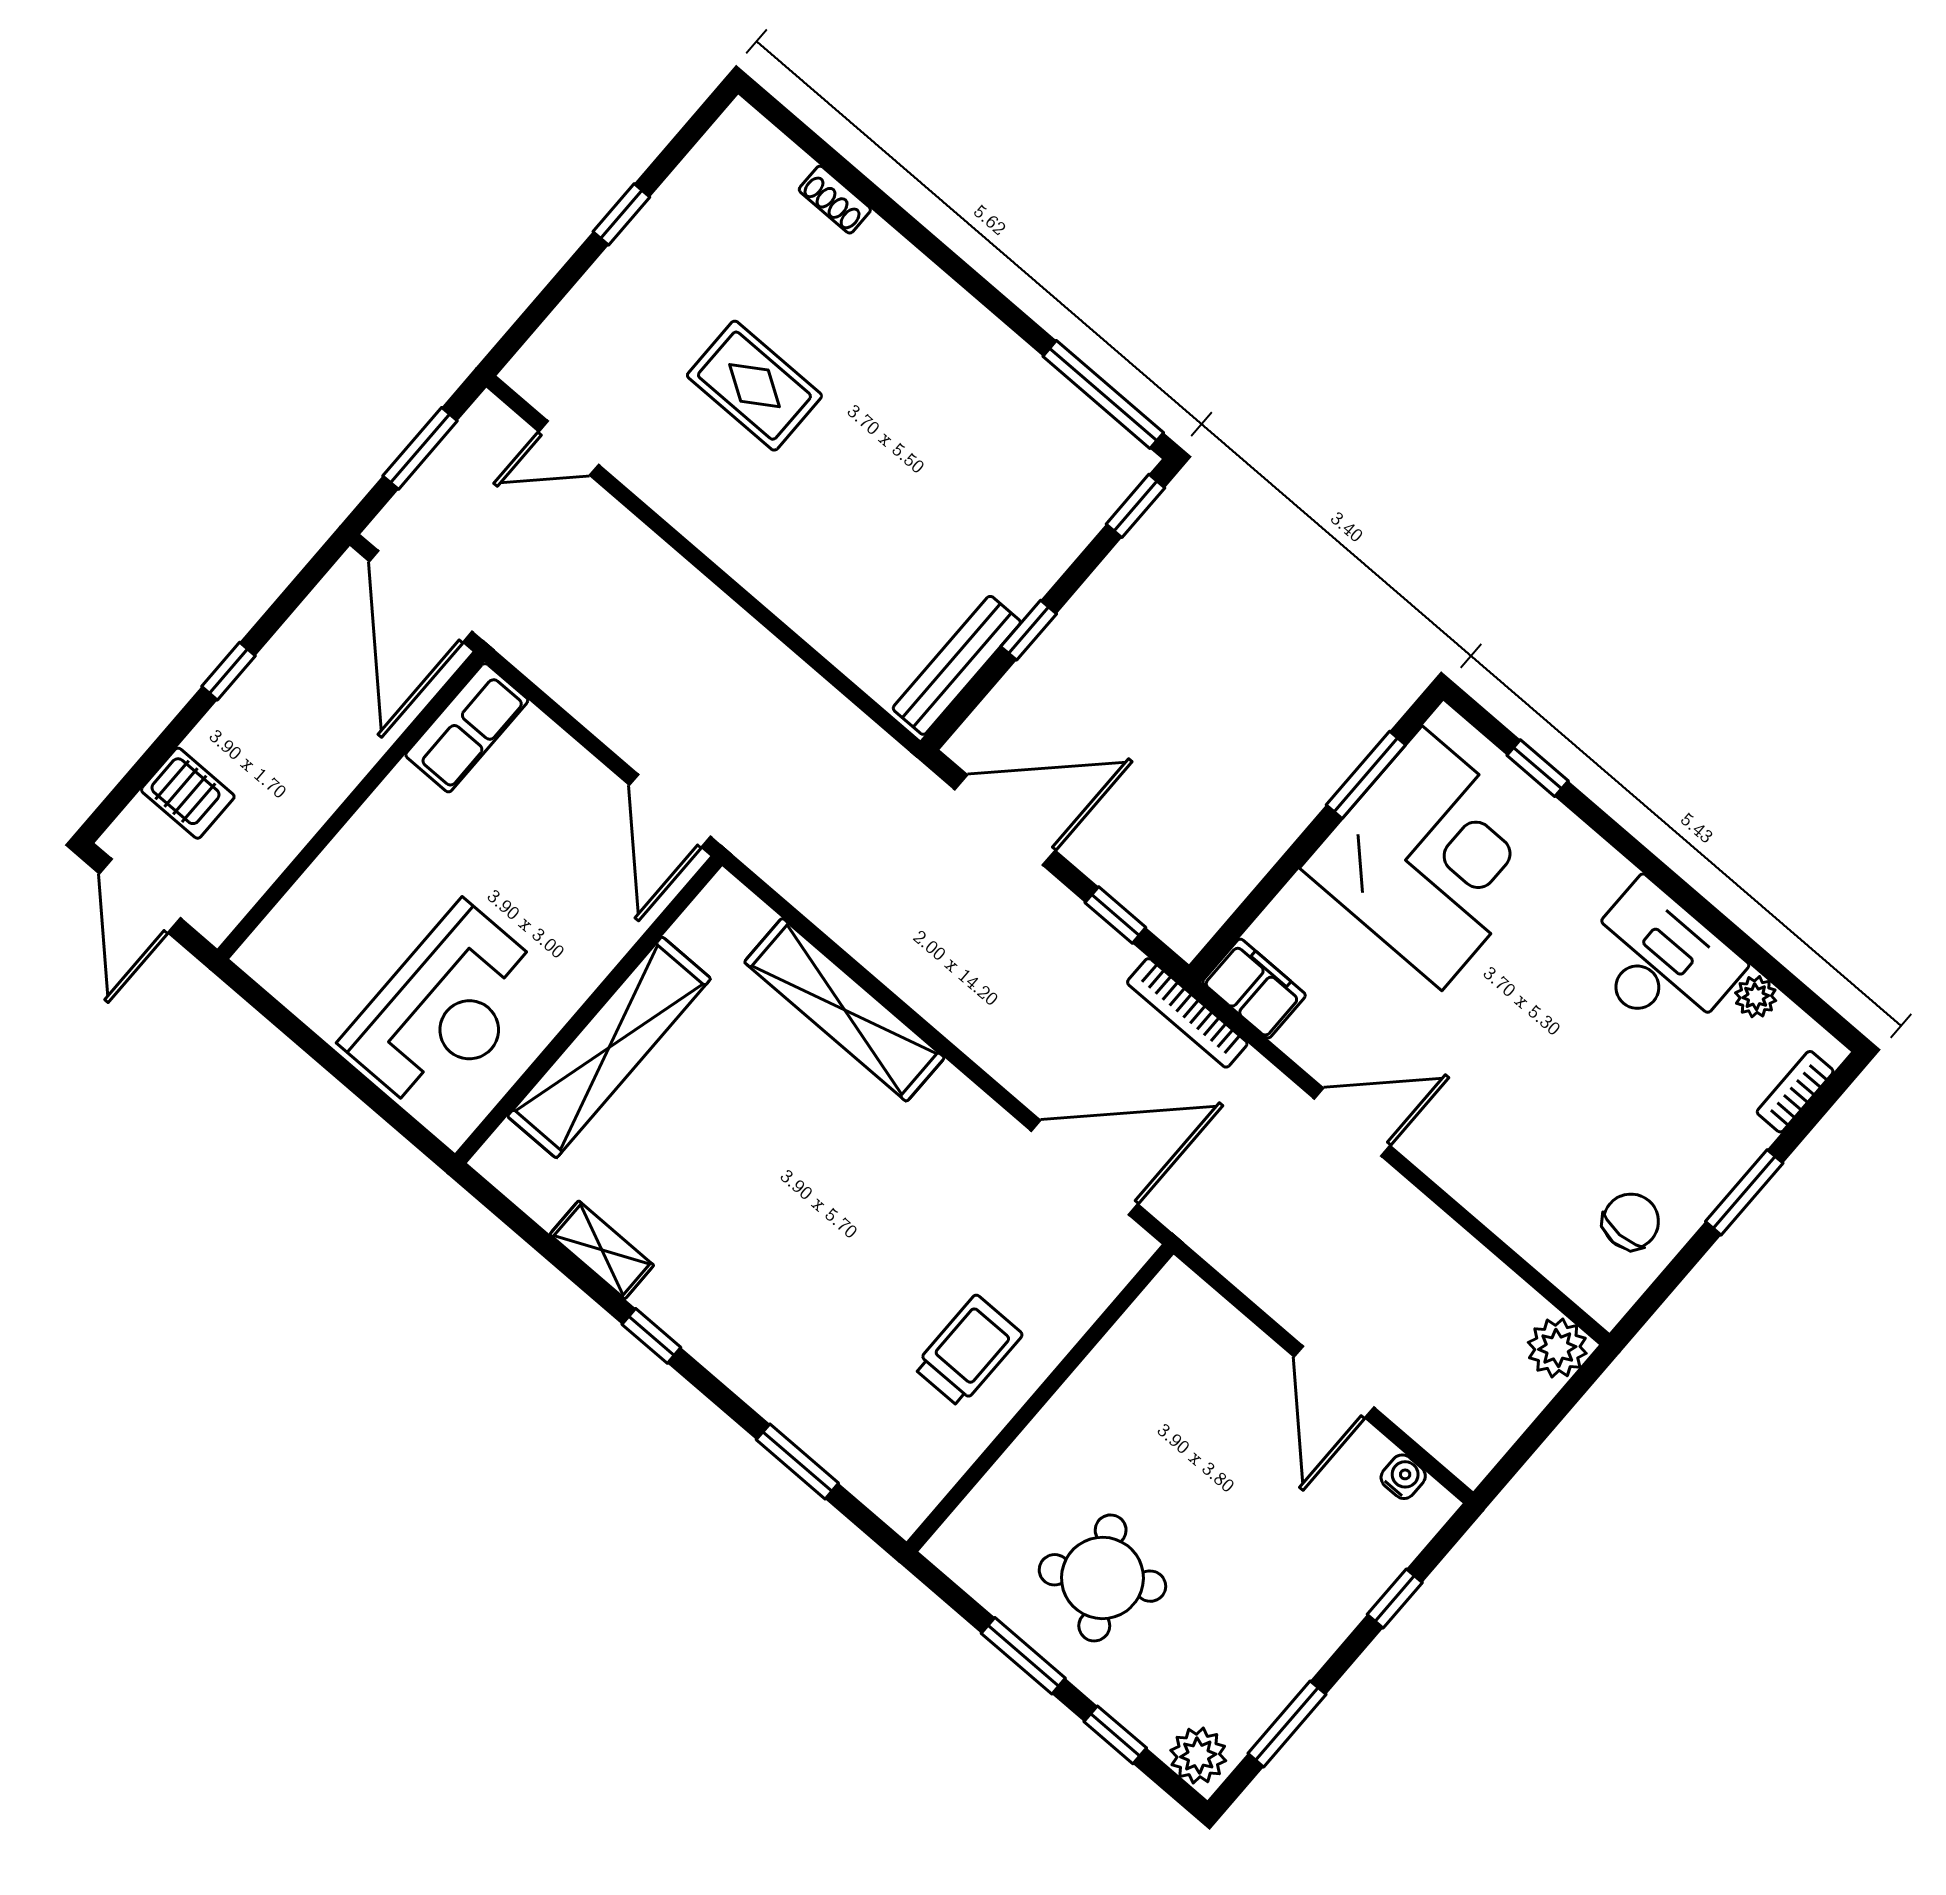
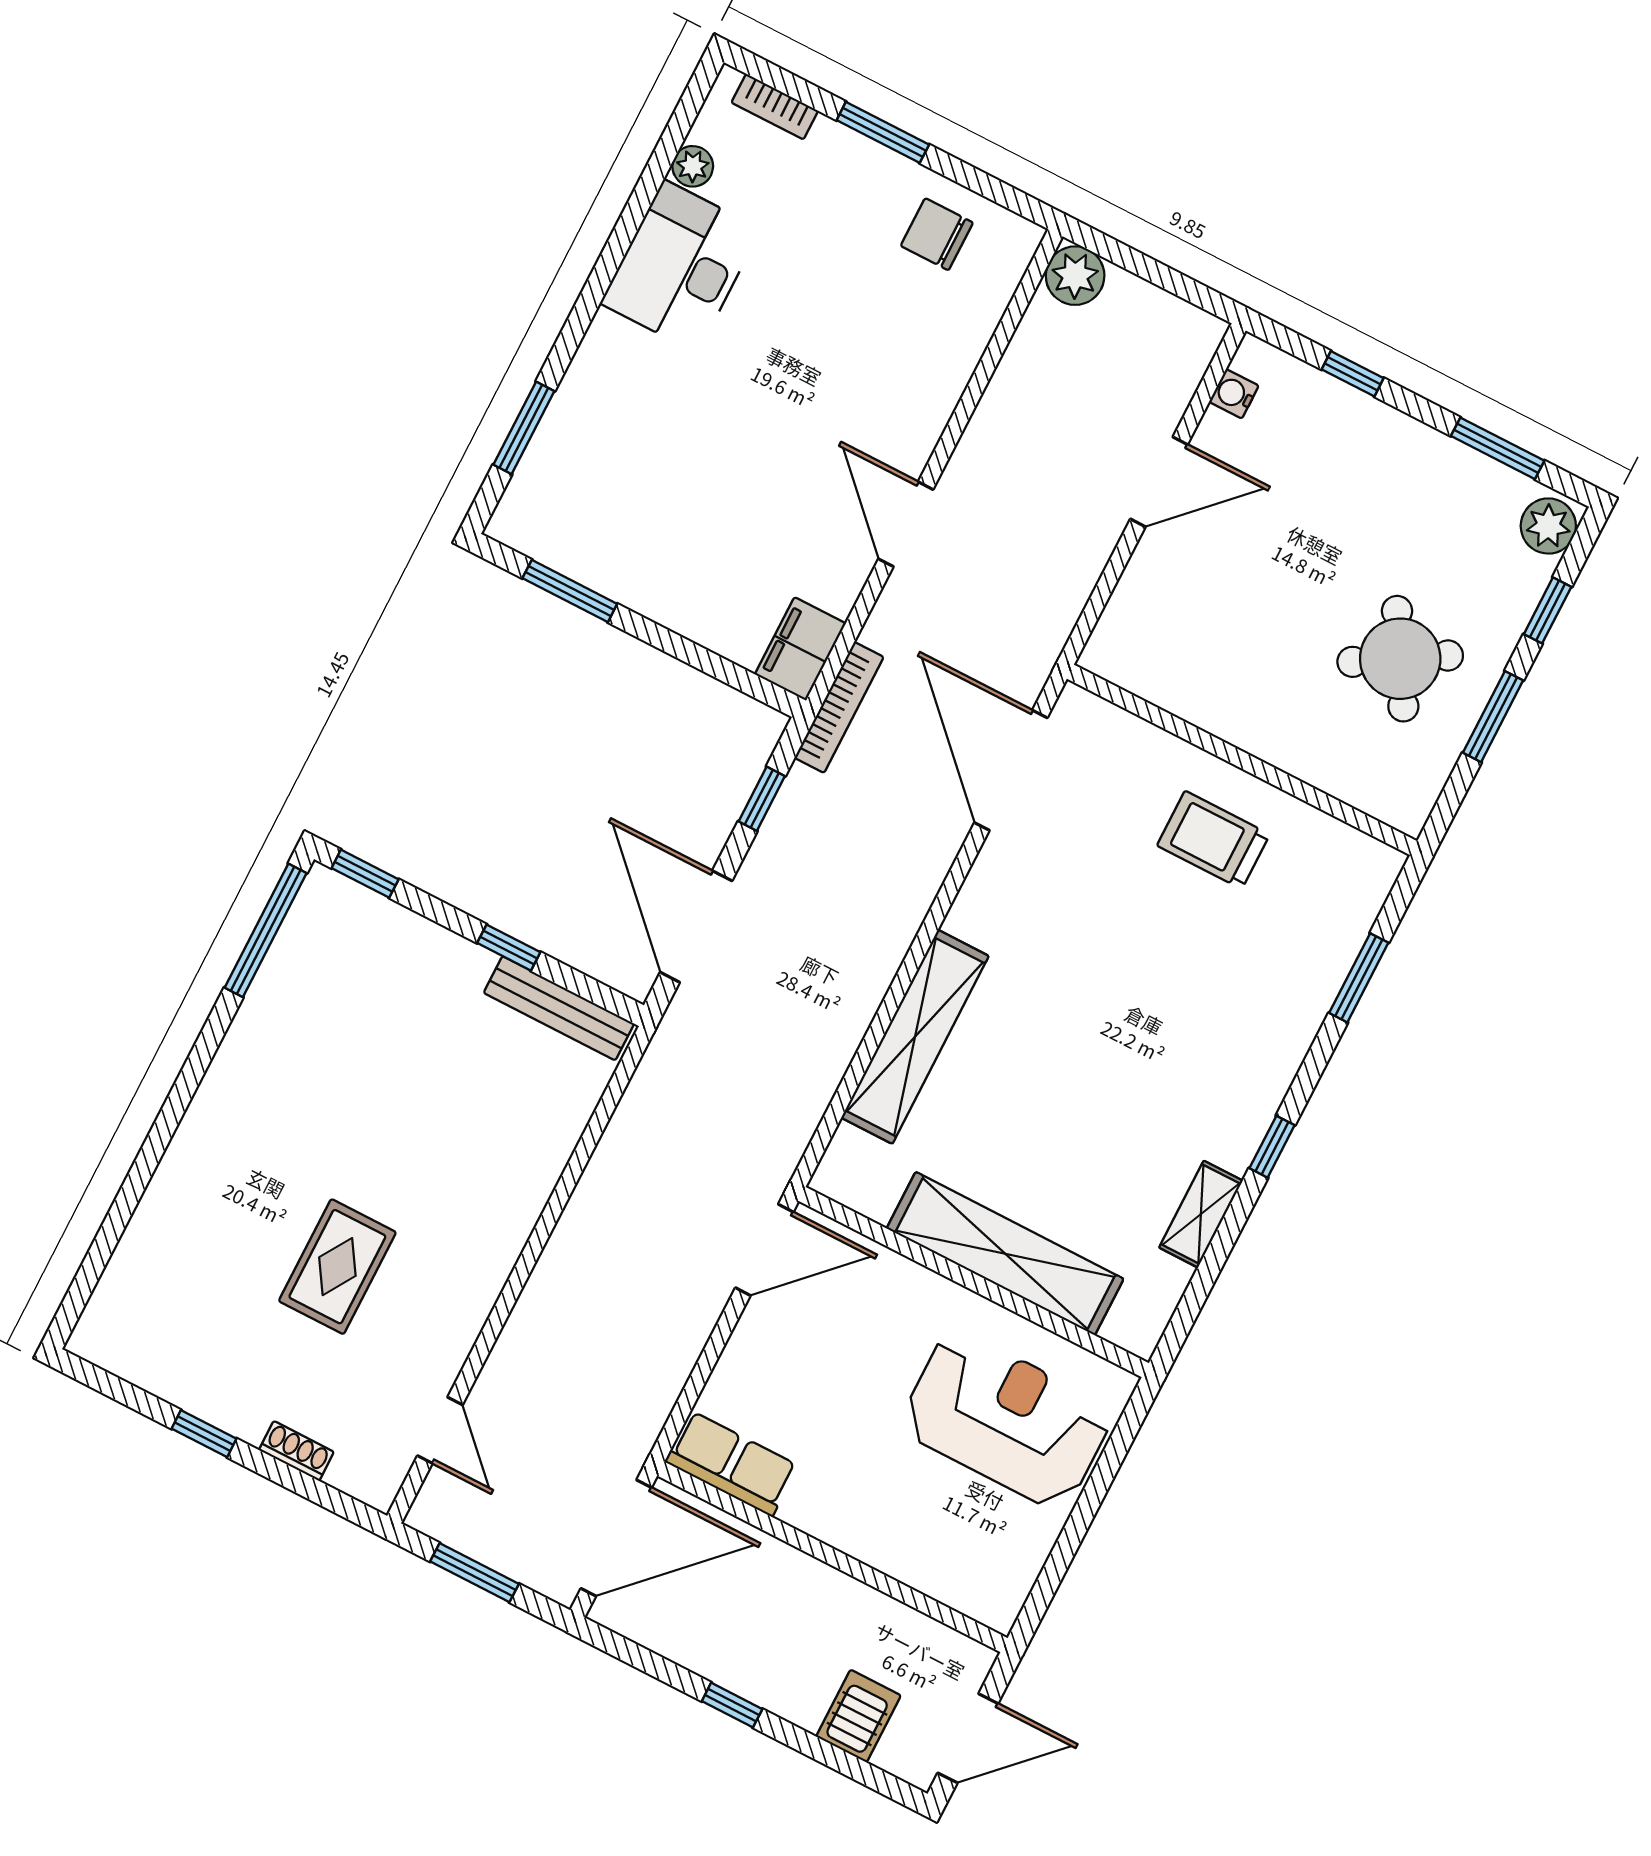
shoe rack: (835, 200) -> (296, 1451), moved, turned -90
window: (1538, 768) -> (524, 428), width x1.50
corner desk: (1432, 858) -> (634, 508), removed

